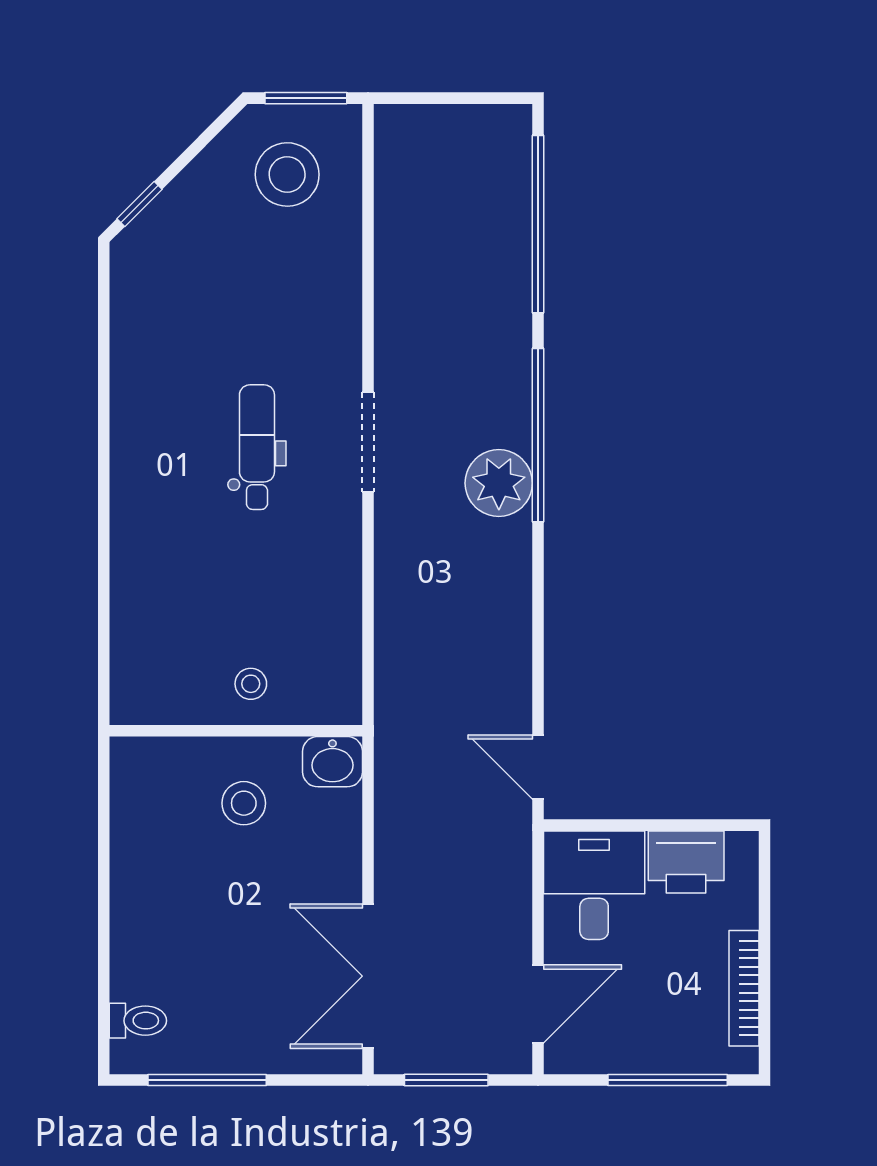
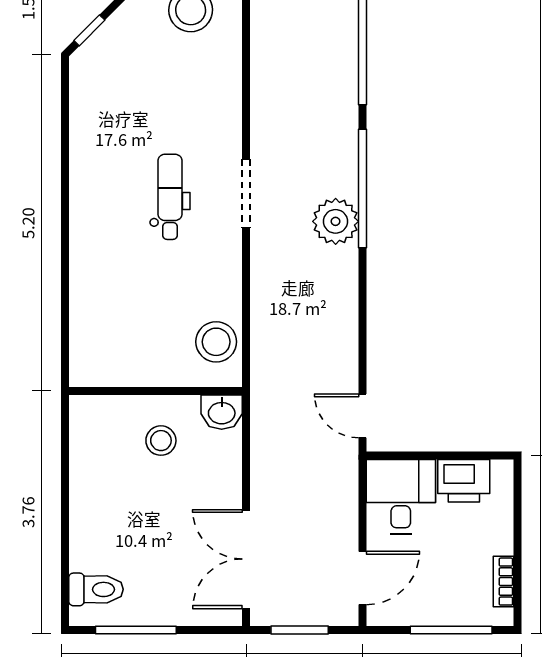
stool: (251, 684) -> (216, 342), moved, width x1.89, depth x1.89
bookcase: (744, 988) -> (503, 582), width x0.64
toilet: (138, 1021) -> (96, 589), width x1.37, depth x1.39

